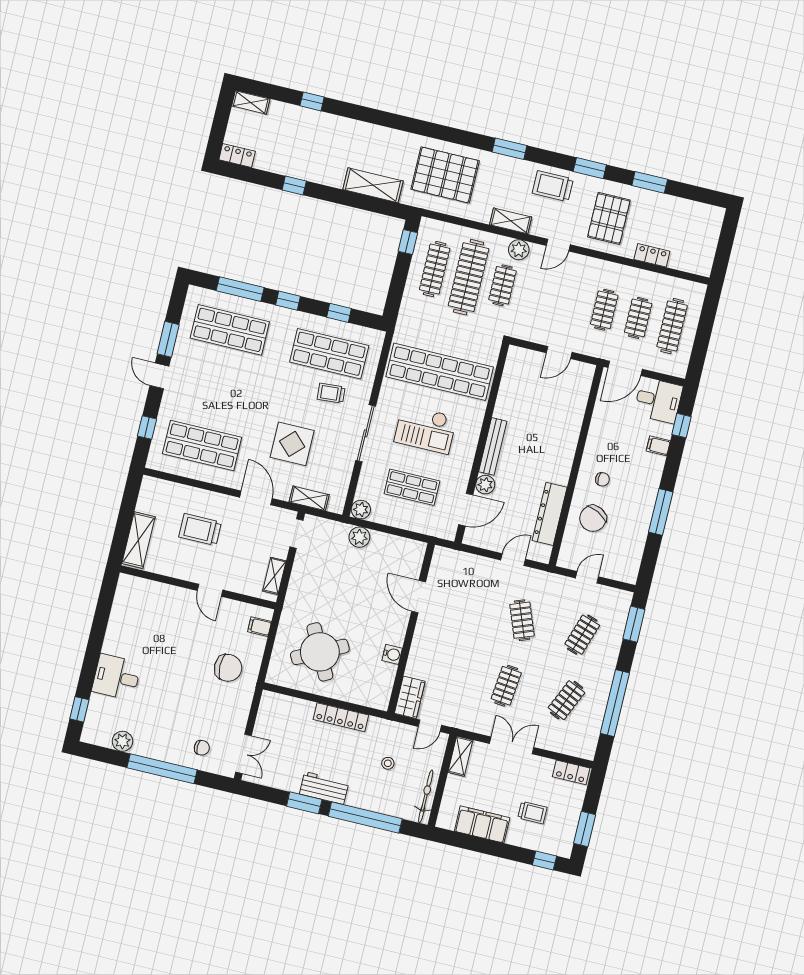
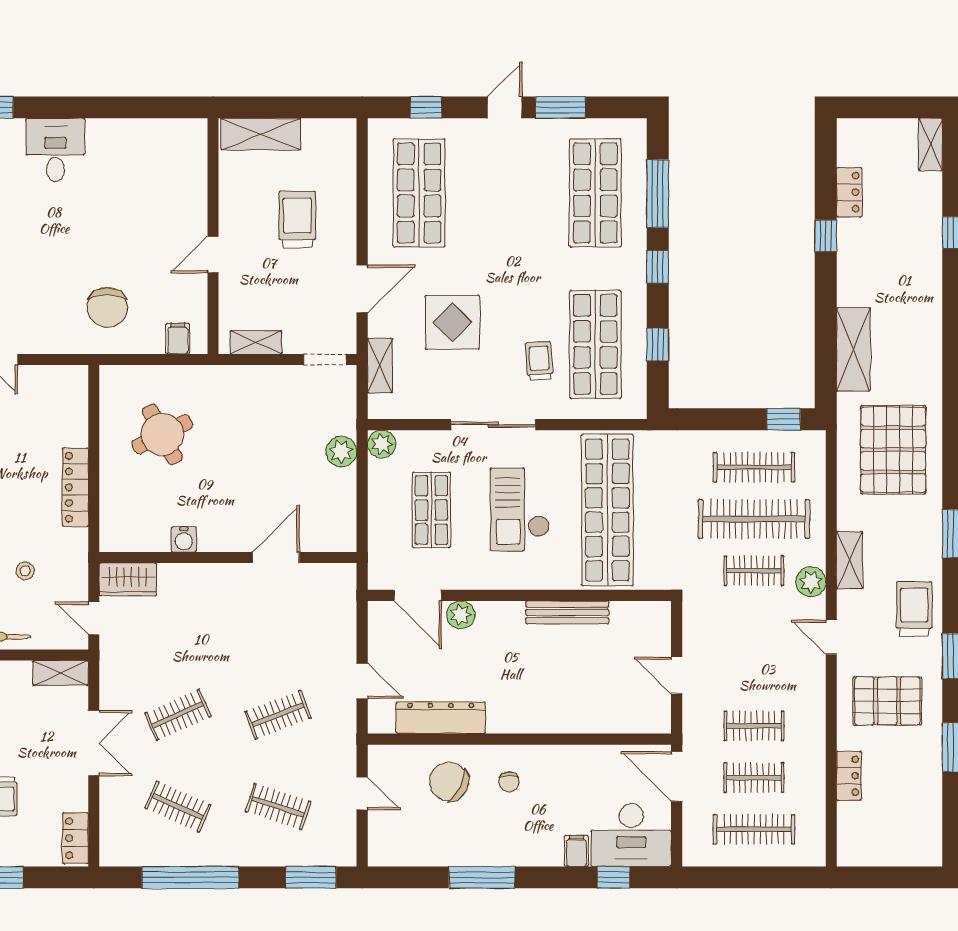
locker: (237, 156) -> (849, 192), moved
desk: (658, 400) -> (631, 835), width x1.37
bench: (493, 446) -> (567, 612), moved
round table: (320, 652) -> (162, 434), width x0.73, depth x0.73
clothes rail: (506, 686) -> (178, 715), turned -30

